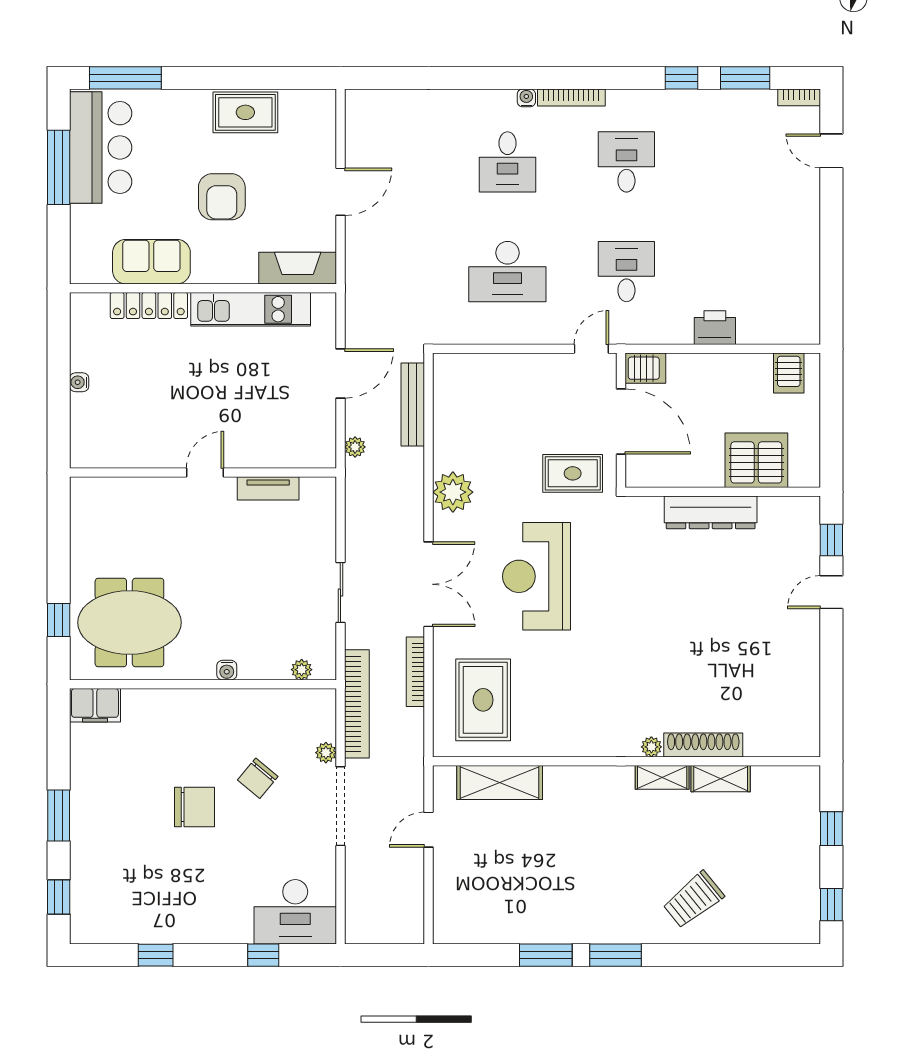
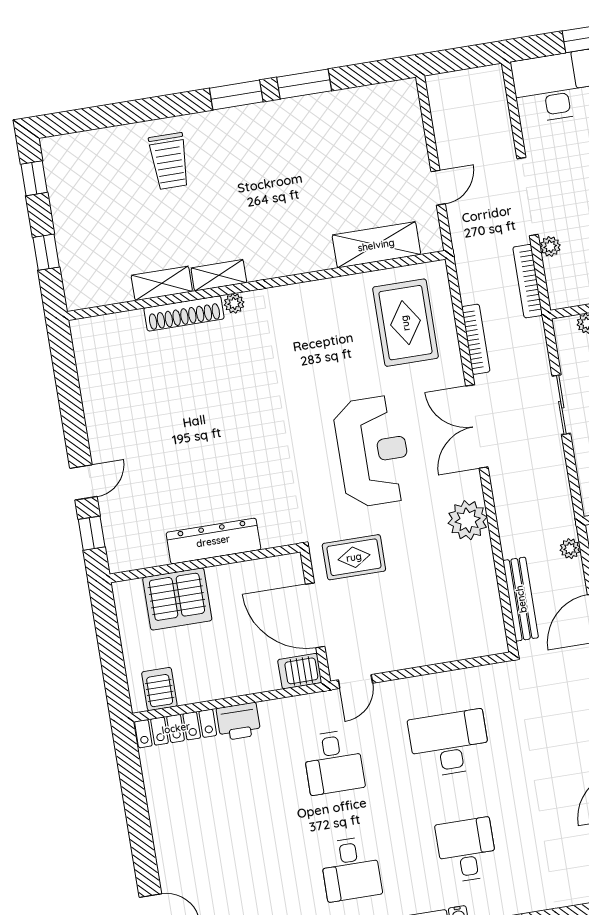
locker: (779, 331) -> (176, 728), added
bookcase: (357, 704) -> (528, 281), width x0.68, depth x0.76
trolley: (693, 900) -> (169, 161), turned 129

